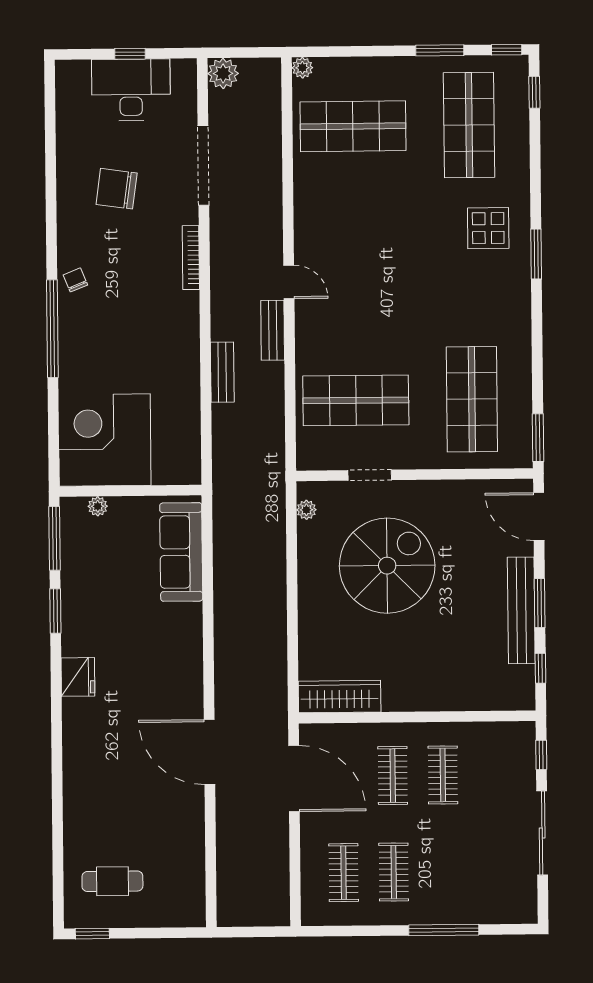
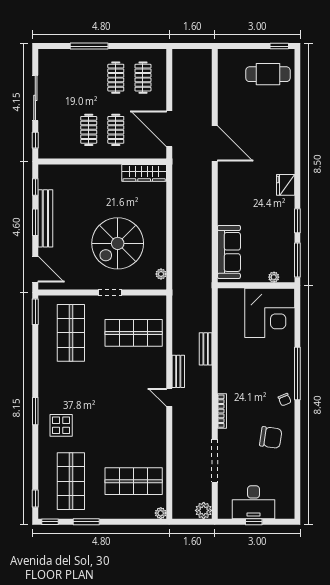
chair: (117, 189) -> (271, 437), moved
doorway: (370, 475) -> (110, 292), moved
cafe table: (112, 881) -> (268, 74), width x1.37, depth x1.35

